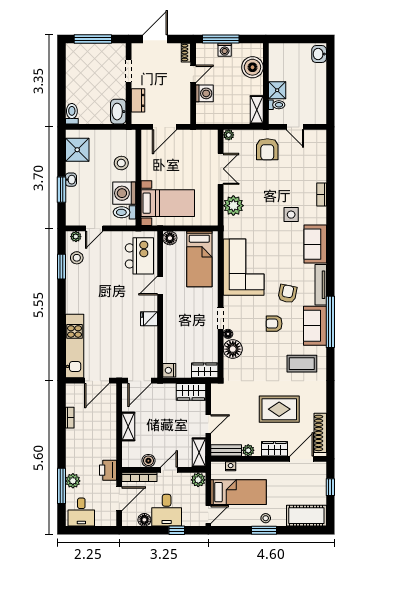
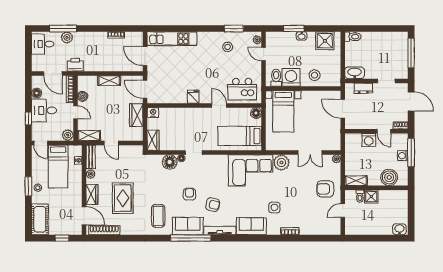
stool: (77, 258) -> (228, 47), moved
corner sofa: (244, 267) -> (251, 170), moved
wardrobe: (191, 392) -> (136, 115), moved

